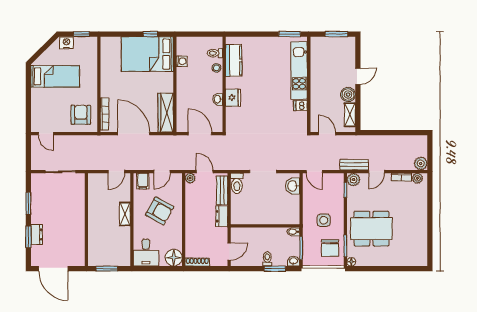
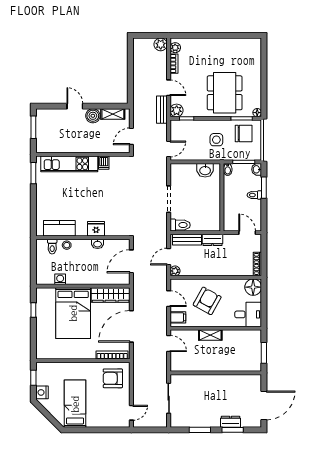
bed: (147, 54) -> (73, 313), moved
washbasin: (293, 186) -> (205, 170), moved

